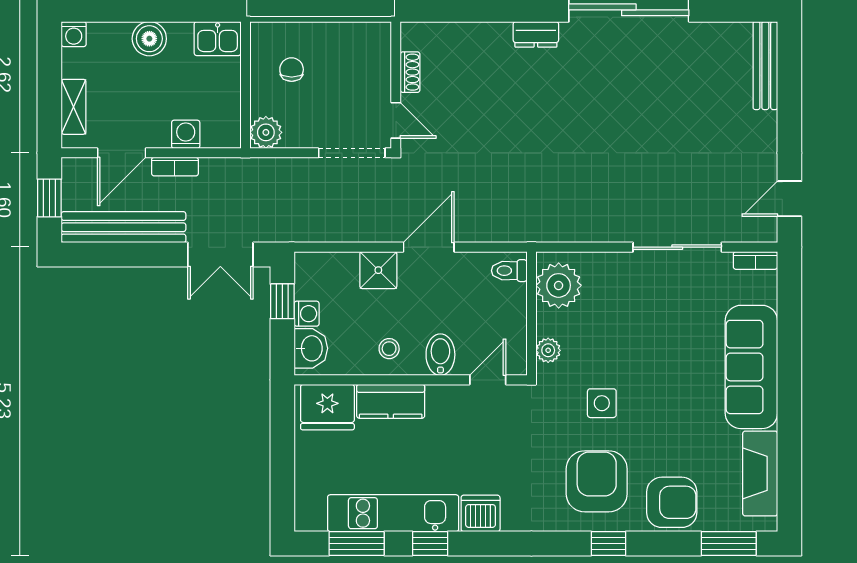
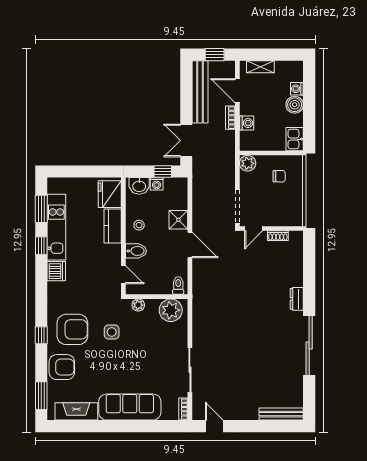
washing machine: (74, 34) -> (297, 89), moved
armchair: (672, 502) -> (62, 367), turned -90

